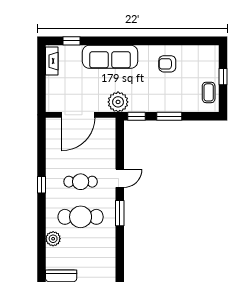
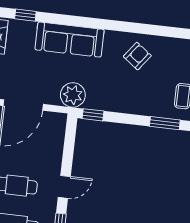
armchair: (167, 64) -> (137, 56), turned 127
window: (169, 116) -> (165, 123), moved

